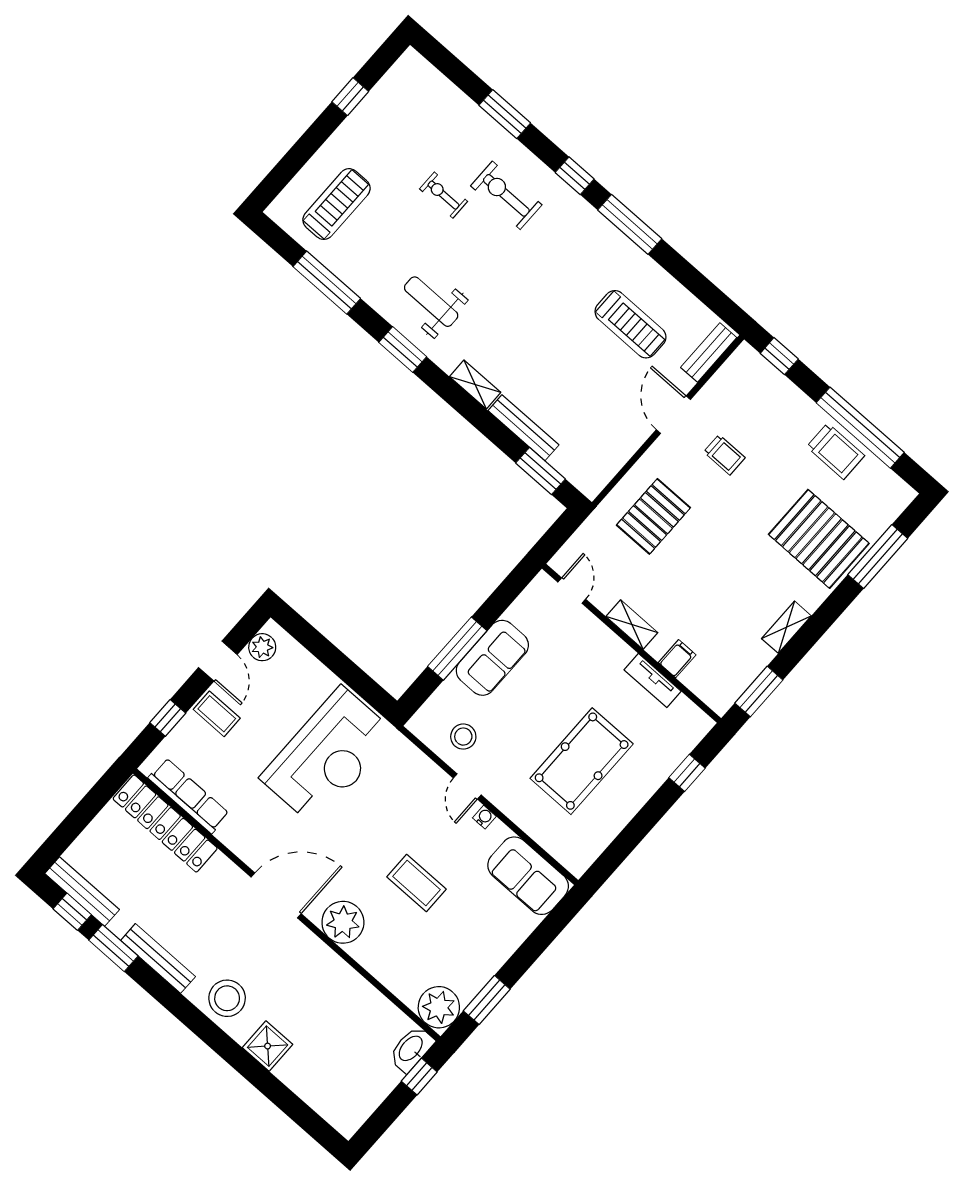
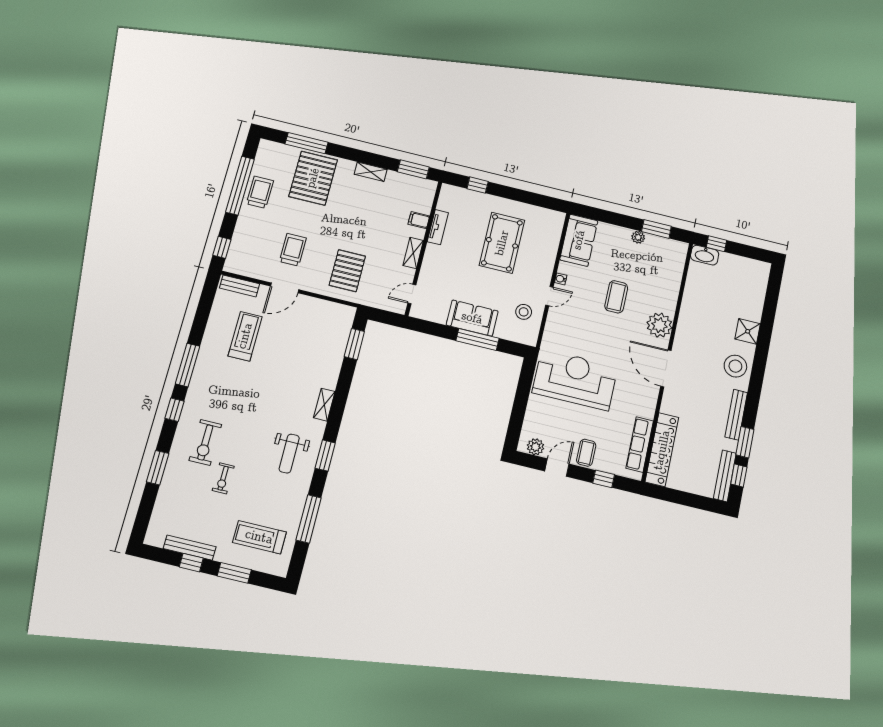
window: (306, 147) -> (234, 573), added
bench: (523, 428) -> (190, 548), moved, turned 90
trolley: (724, 455) -> (293, 250), width x1.36, depth x1.39
pallet: (653, 516) -> (347, 271), turned 90
pool table: (582, 761) -> (502, 243), turned 90
plant: (439, 1007) -> (638, 237), moved, width x0.53, depth x0.53

